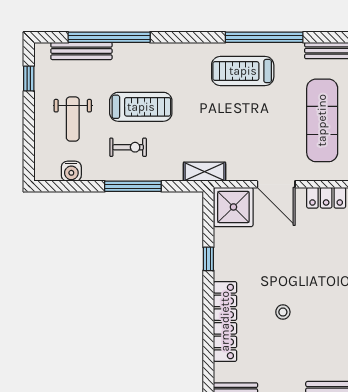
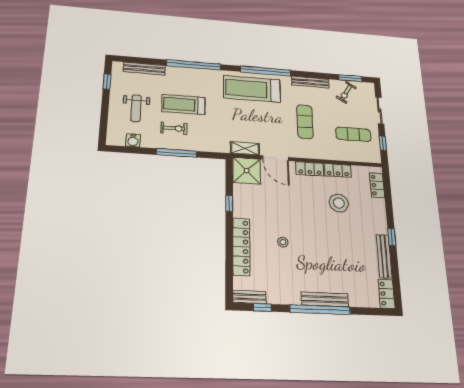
window: (109, 37) -> (194, 65), moved
treadmill: (243, 71) -> (252, 89), width x1.37, depth x1.38
treadmill: (141, 107) -> (183, 104), turned 180
exercise mat: (322, 120) -> (305, 122), width x0.73, depth x0.69
shelving: (204, 172) -> (245, 148), moved

